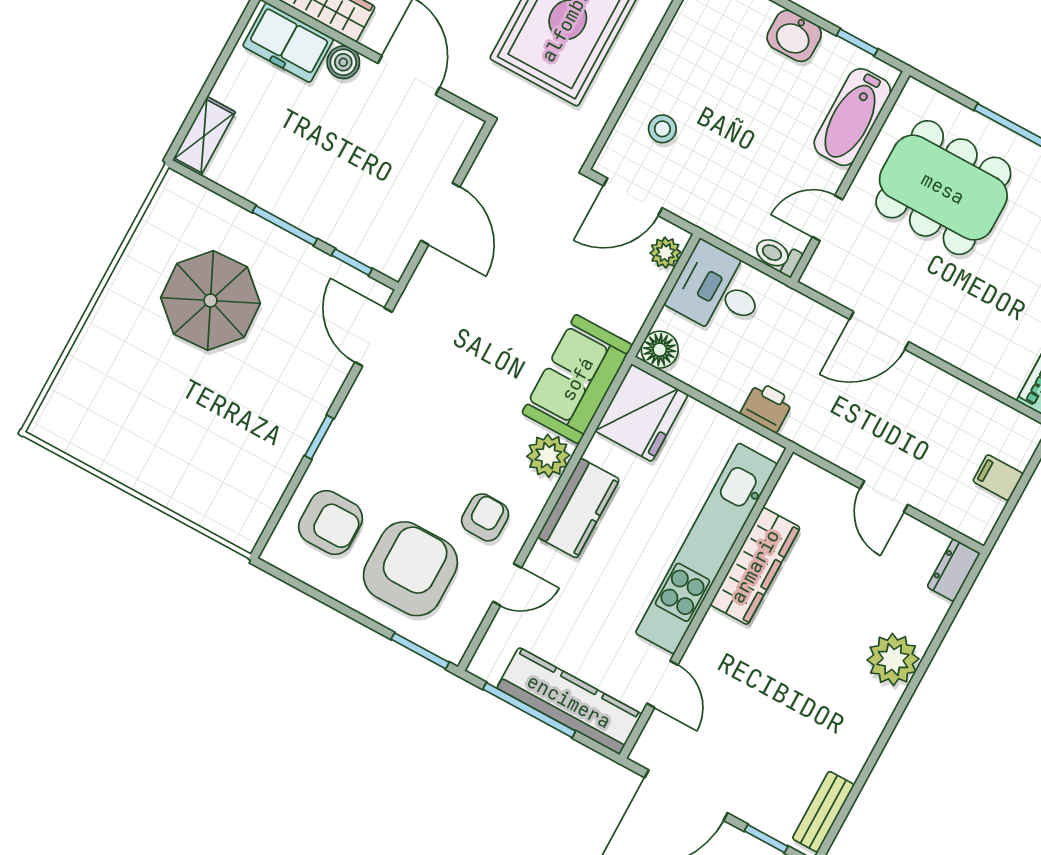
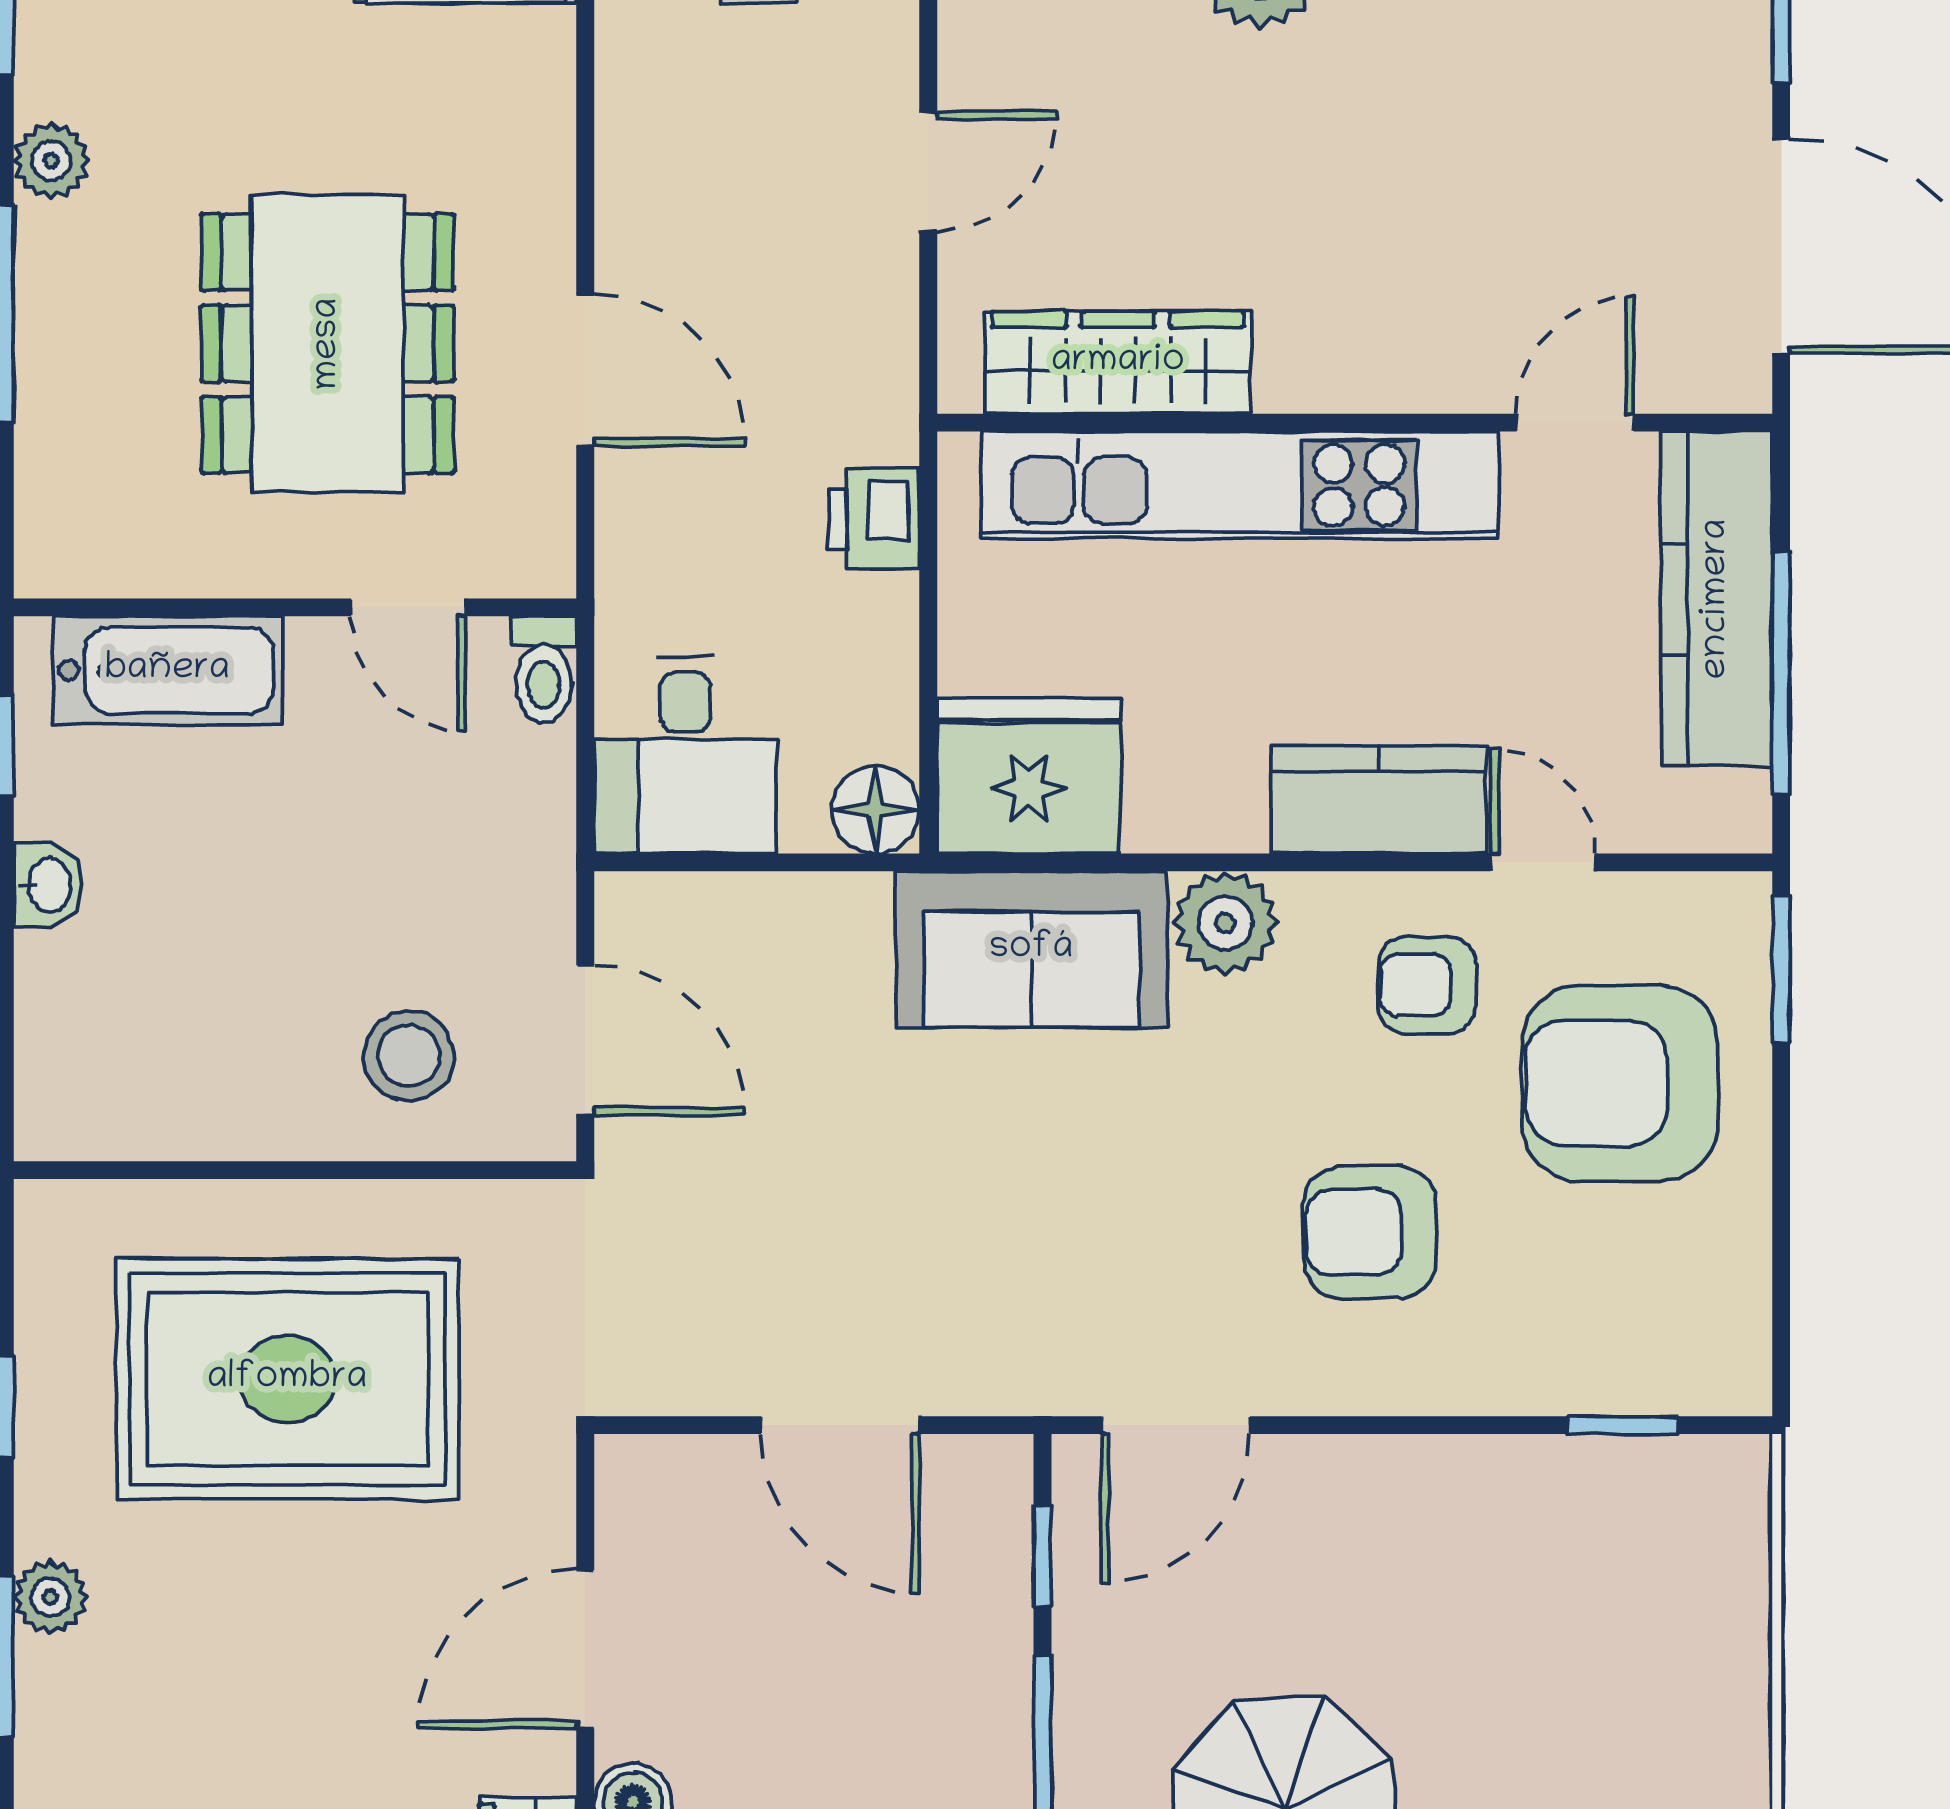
washbasin: (794, 36) -> (48, 885), width x0.72, depth x0.69
stool: (662, 129) -> (409, 1056), width x1.37, depth x1.37
dining table: (943, 188) -> (328, 344), moved
door: (440, 214) -> (840, 1425), swing flipped
plant: (665, 253) -> (665, 908), removed
window: (319, 437) -> (1623, 1425), moved
kitchen counter: (578, 508) -> (1379, 800), moved
armchair: (331, 522) -> (1370, 1232), moved, turned -90
wardrobe: (755, 566) -> (1118, 362), moved

